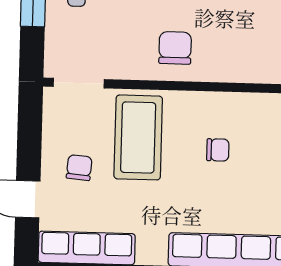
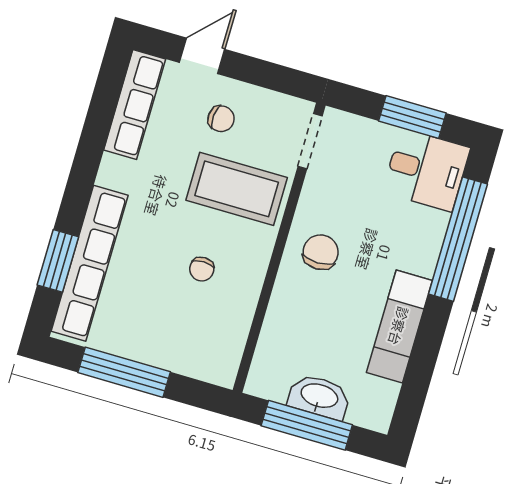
chair: (175, 48) -> (321, 252), turned -90

